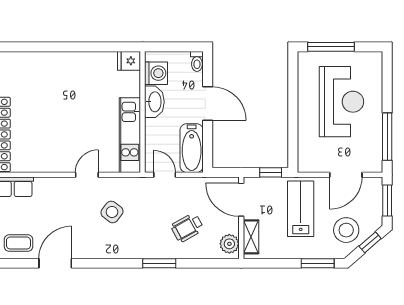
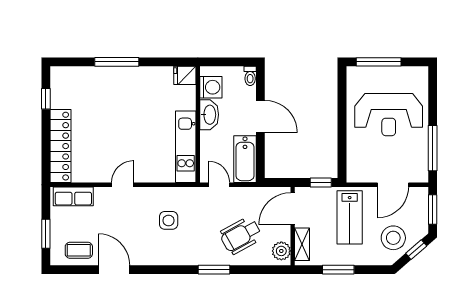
window: (58, 47) -> (117, 62), added
reception desk: (341, 102) -> (389, 115), turned 90
door: (87, 175) -> (123, 185), moved
door: (241, 200) -> (293, 209), hinge flipped
lab bench: (301, 209) -> (350, 217), turned 180
side table: (112, 212) -> (169, 220), turned -37
wheelchair: (187, 228) -> (241, 235), width x1.36, depth x1.37
door: (55, 263) -> (114, 270), hinge flipped
window: (318, 263) -> (338, 270), moved

